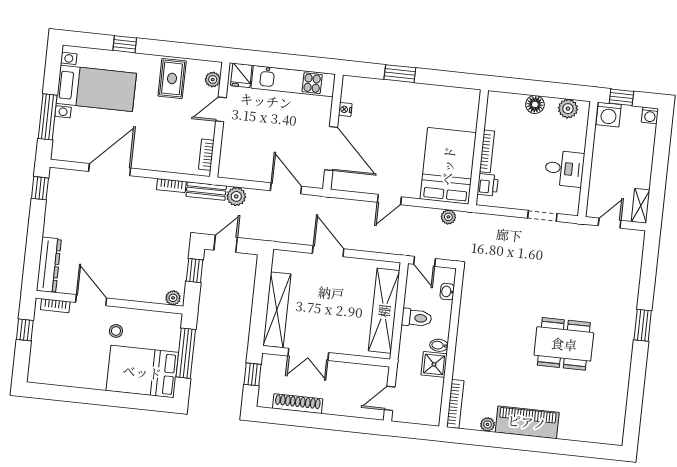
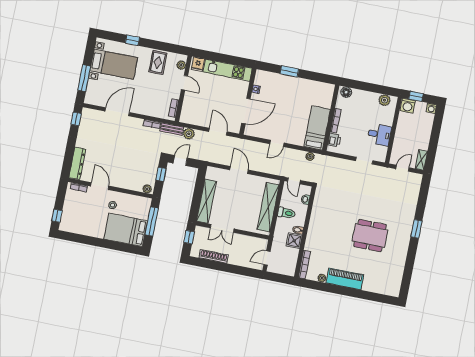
floor lamp: (535, 104) -> (346, 92), moved
door: (221, 109) -> (184, 83), swing flipped
door: (331, 149) -> (246, 111), hinge flipped
bed: (448, 166) -> (317, 128), width x0.67
window: (25, 330) -> (57, 216), moved

